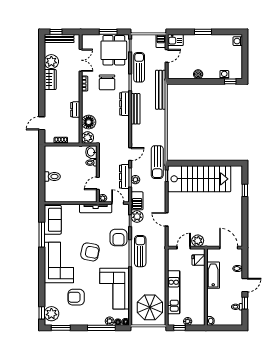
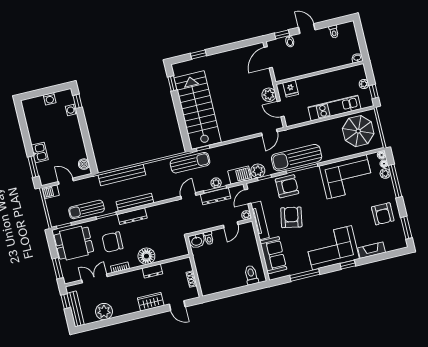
window: (56, 32) -> (66, 301), moved
window: (108, 32) -> (58, 268), moved
window: (203, 32) -> (33, 167), moved
kitchen sink: (175, 40) -> (40, 152), moved
washing machine: (238, 41) -> (50, 99), moved
boiler: (198, 74) -> (84, 164), moved
wardrobe: (50, 80) -> (151, 302), moved
chair: (107, 82) -> (112, 242), turned 180
bench: (161, 90) -> (122, 175), moved
floor lamp: (89, 122) -> (146, 256), moved
plant: (88, 138) -> (181, 249), removed
door: (130, 154) -> (188, 196), hinge flipped
window: (226, 163) -> (172, 84), added
toilet: (52, 177) -> (251, 275), moved
door: (98, 183) -> (231, 225), hinge flipped
door: (167, 219) -> (269, 132), moved
sofa: (53, 220) -> (273, 255), moved, turned 90
sun lounger: (140, 251) -> (297, 158), width x1.36, depth x1.34
armchair: (90, 252) -> (291, 217), moved
bathtub: (213, 275) -> (304, 67), removed
fireplace: (49, 295) -> (372, 250), added
armchair: (76, 297) -> (383, 214), moved
window: (245, 303) -> (282, 34), moved
window: (42, 313) -> (348, 265), moved
plant: (51, 314) -> (393, 242), removed

